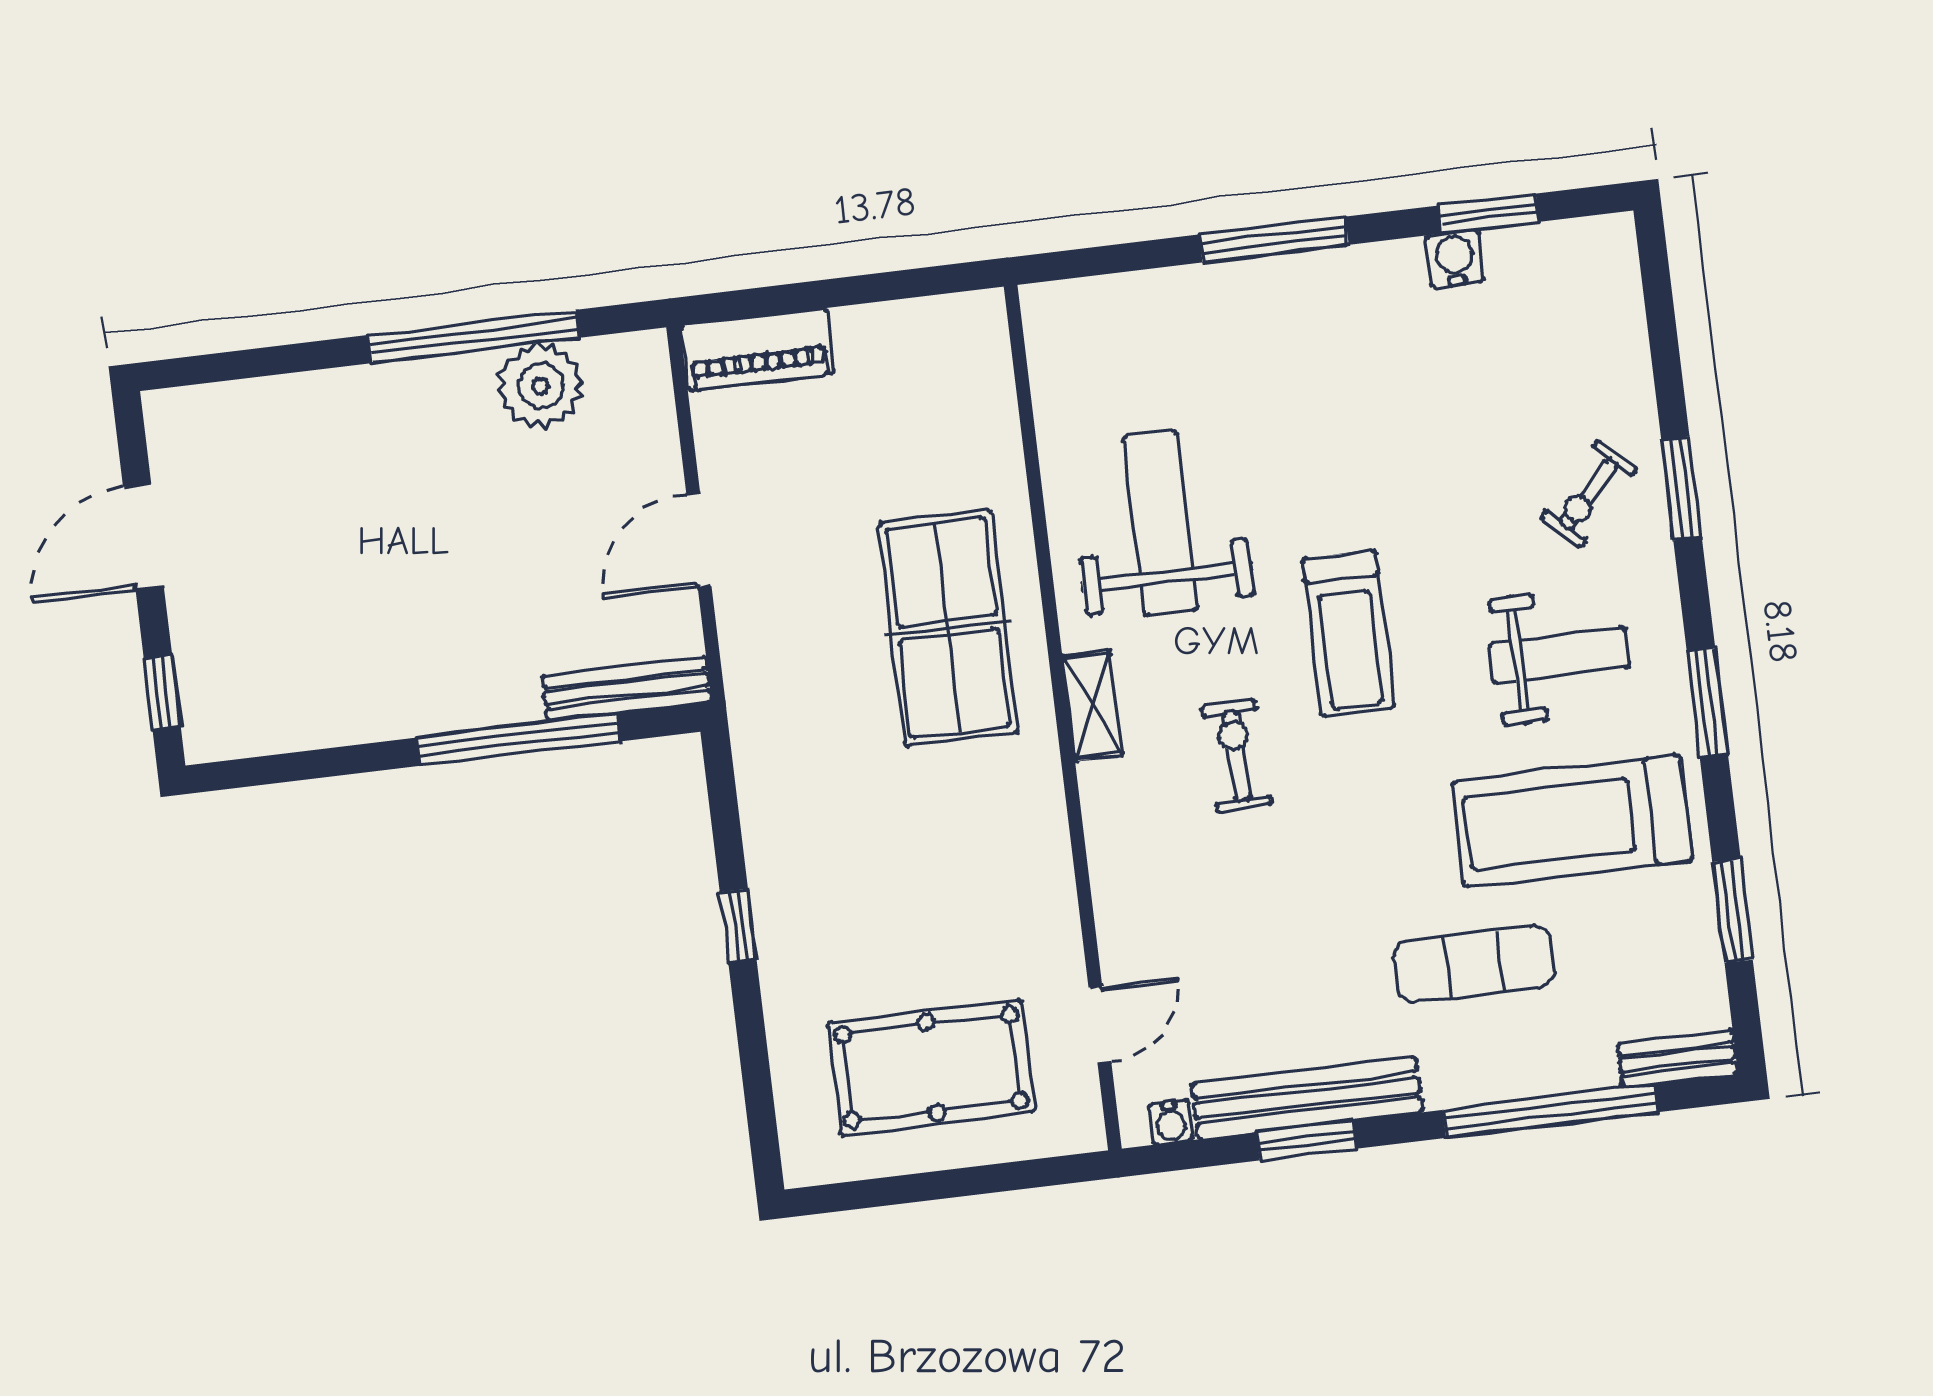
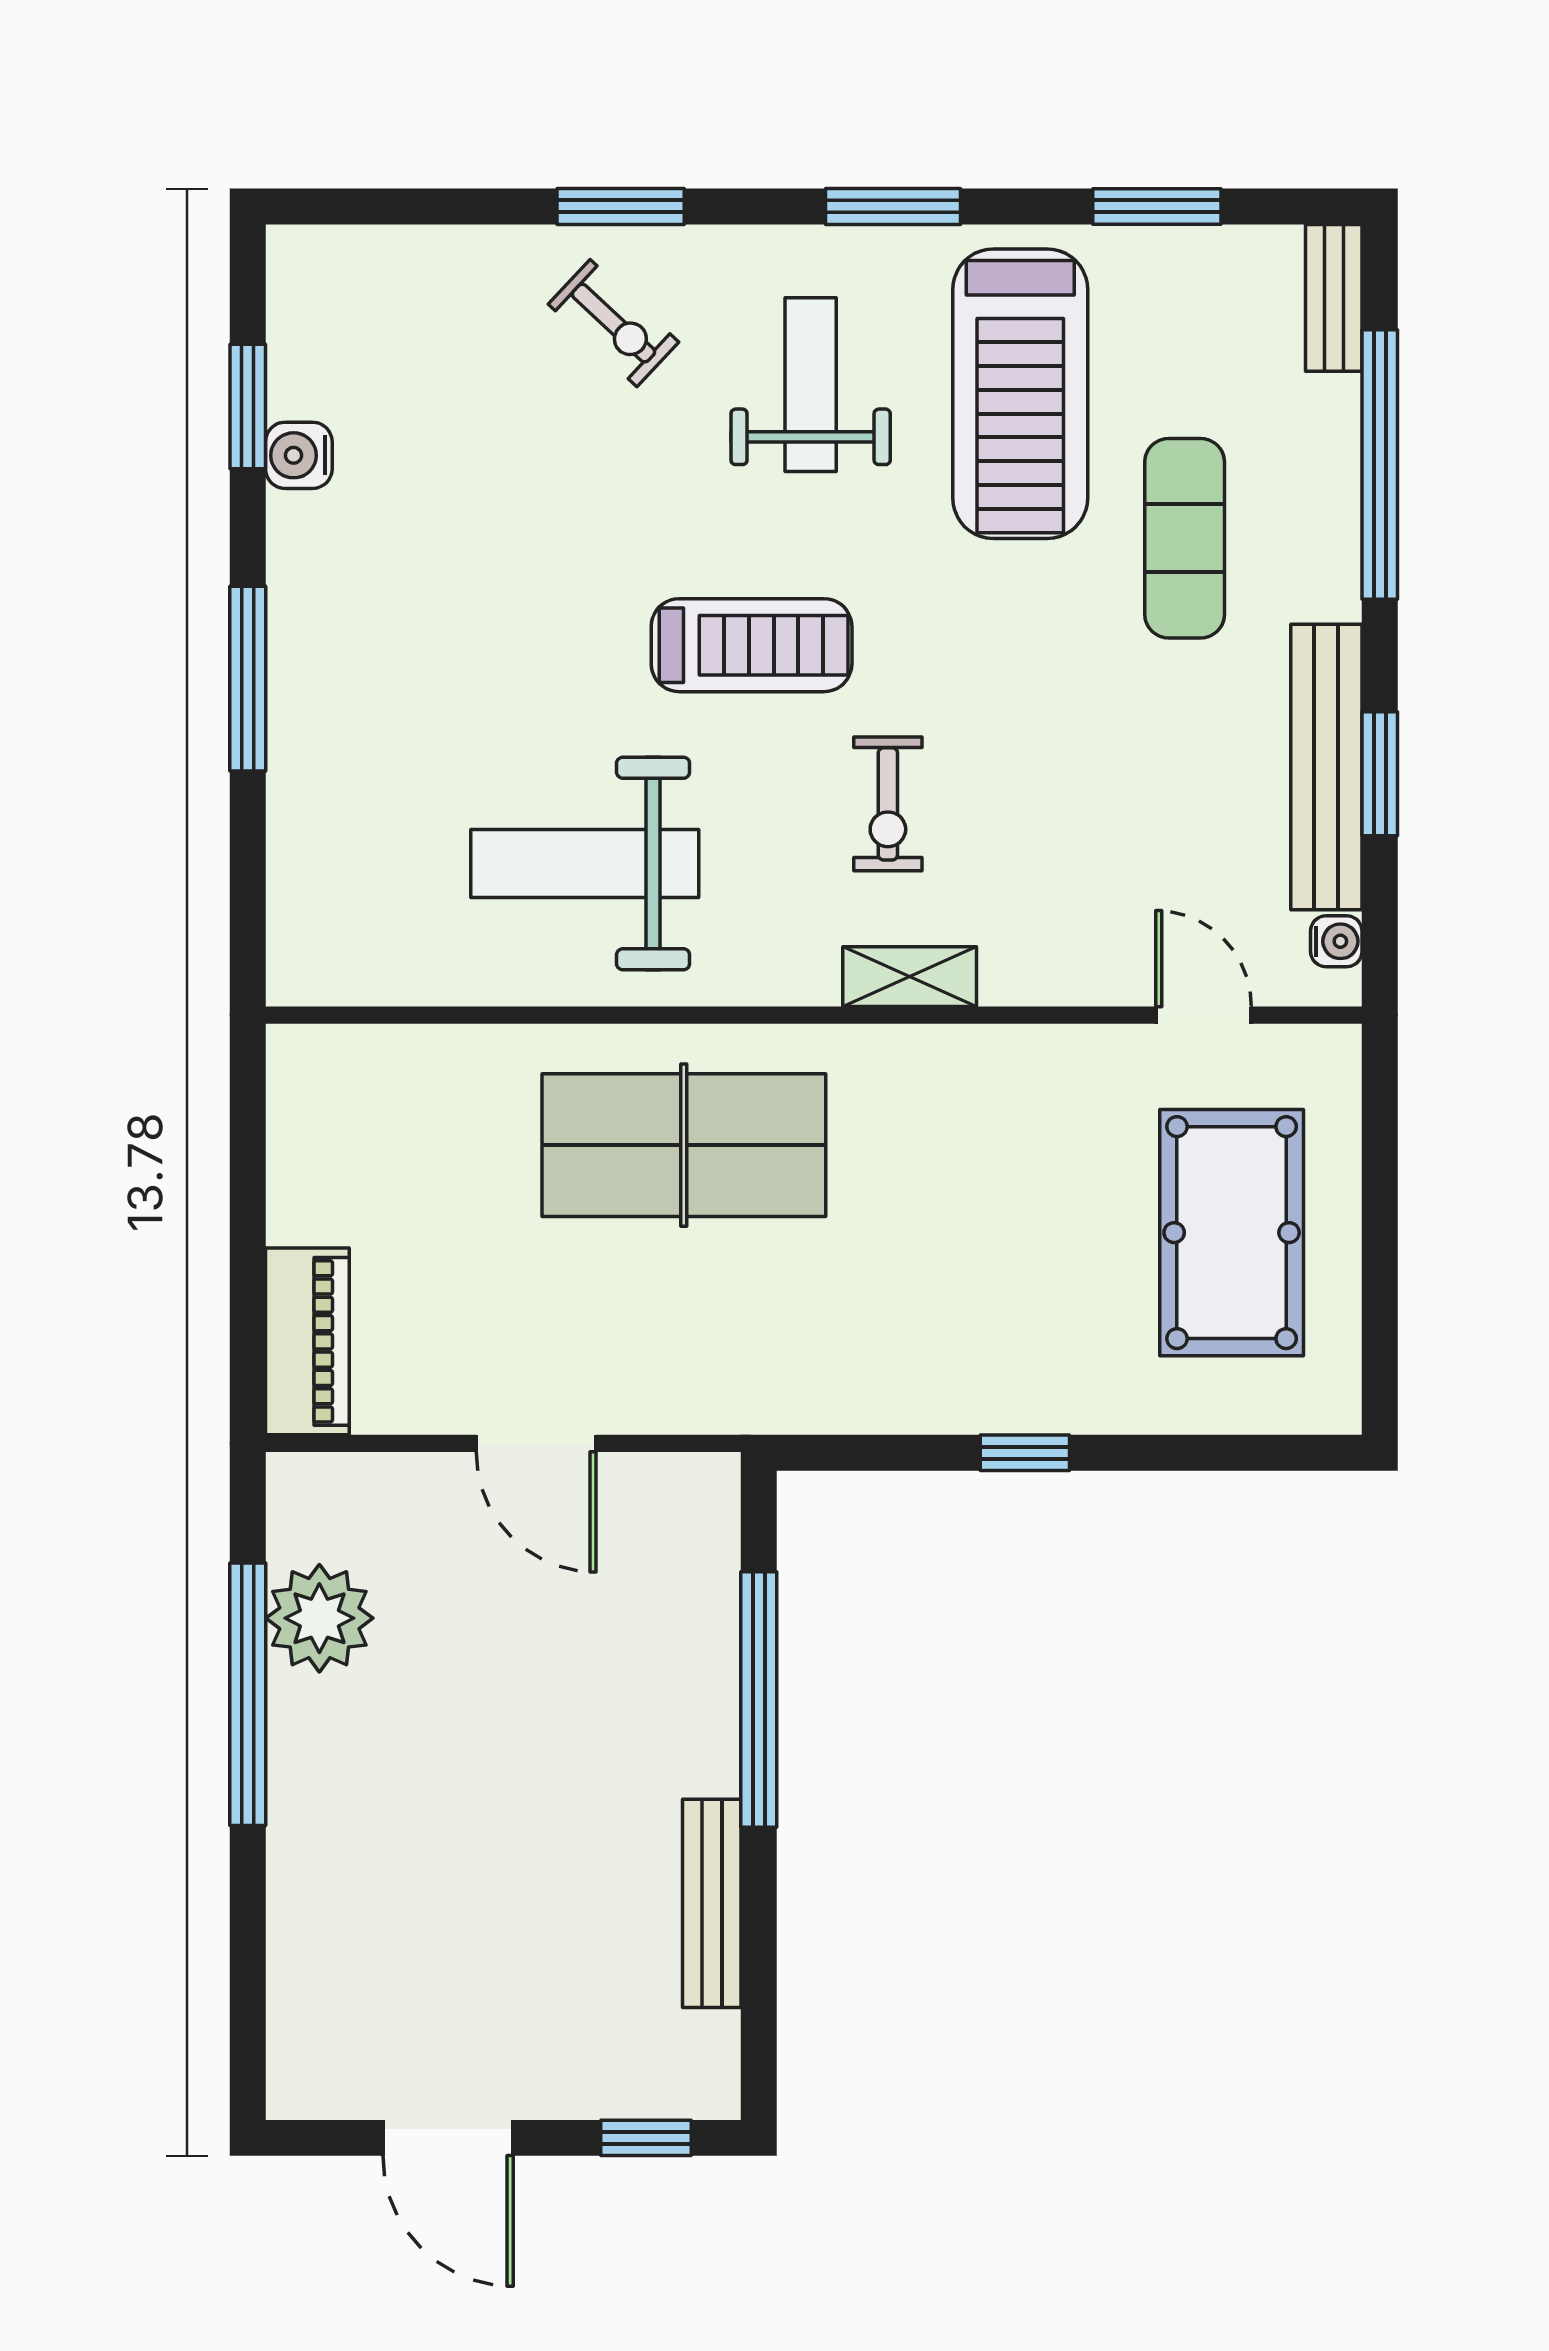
bench: (627, 689) -> (712, 1903), moved
shelving: (1092, 706) -> (910, 977), moved
exercise bike: (1236, 756) -> (888, 804), turned -88

